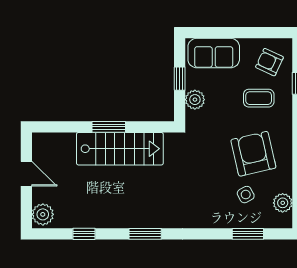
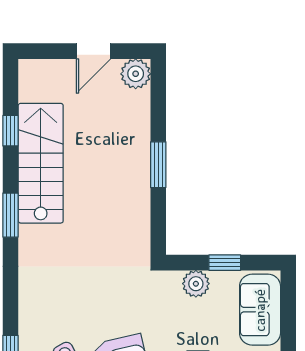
stairs: (120, 149) -> (41, 163), moved, turned 180
plant: (43, 214) -> (136, 74), moved

